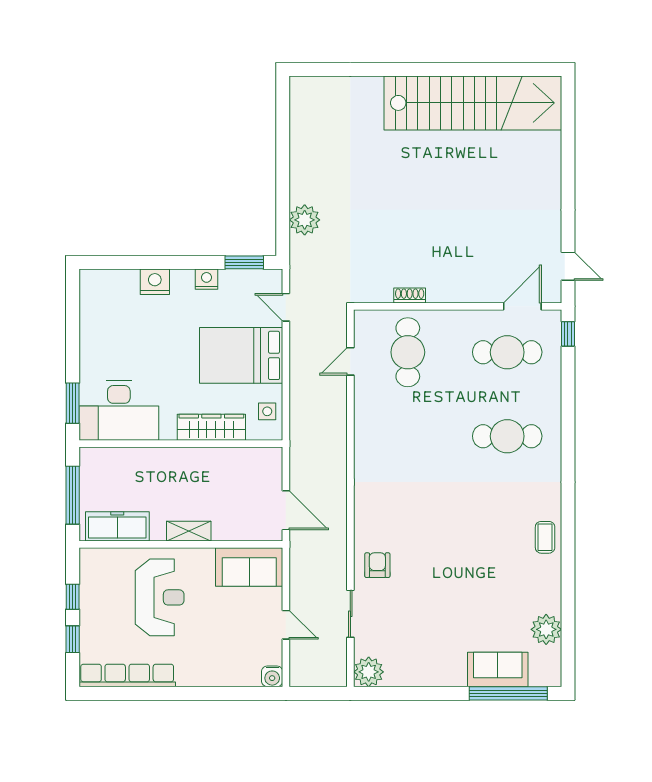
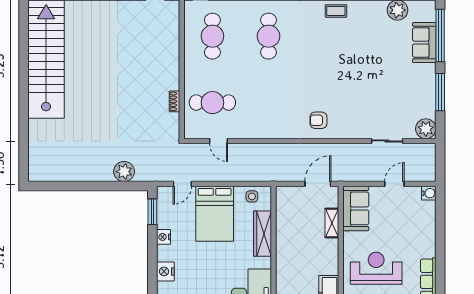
door: (522, 306) -> (182, 26), removed
shelving: (189, 531) -> (332, 223), moved
armchair: (377, 565) -> (318, 120), moved
window: (423, 693) -> (440, 92), added

